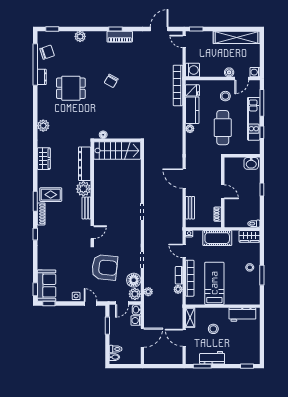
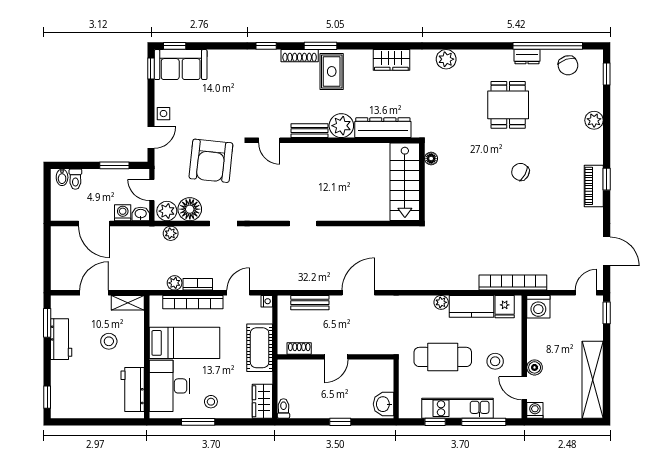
desk: (240, 292) -> (170, 386), added

